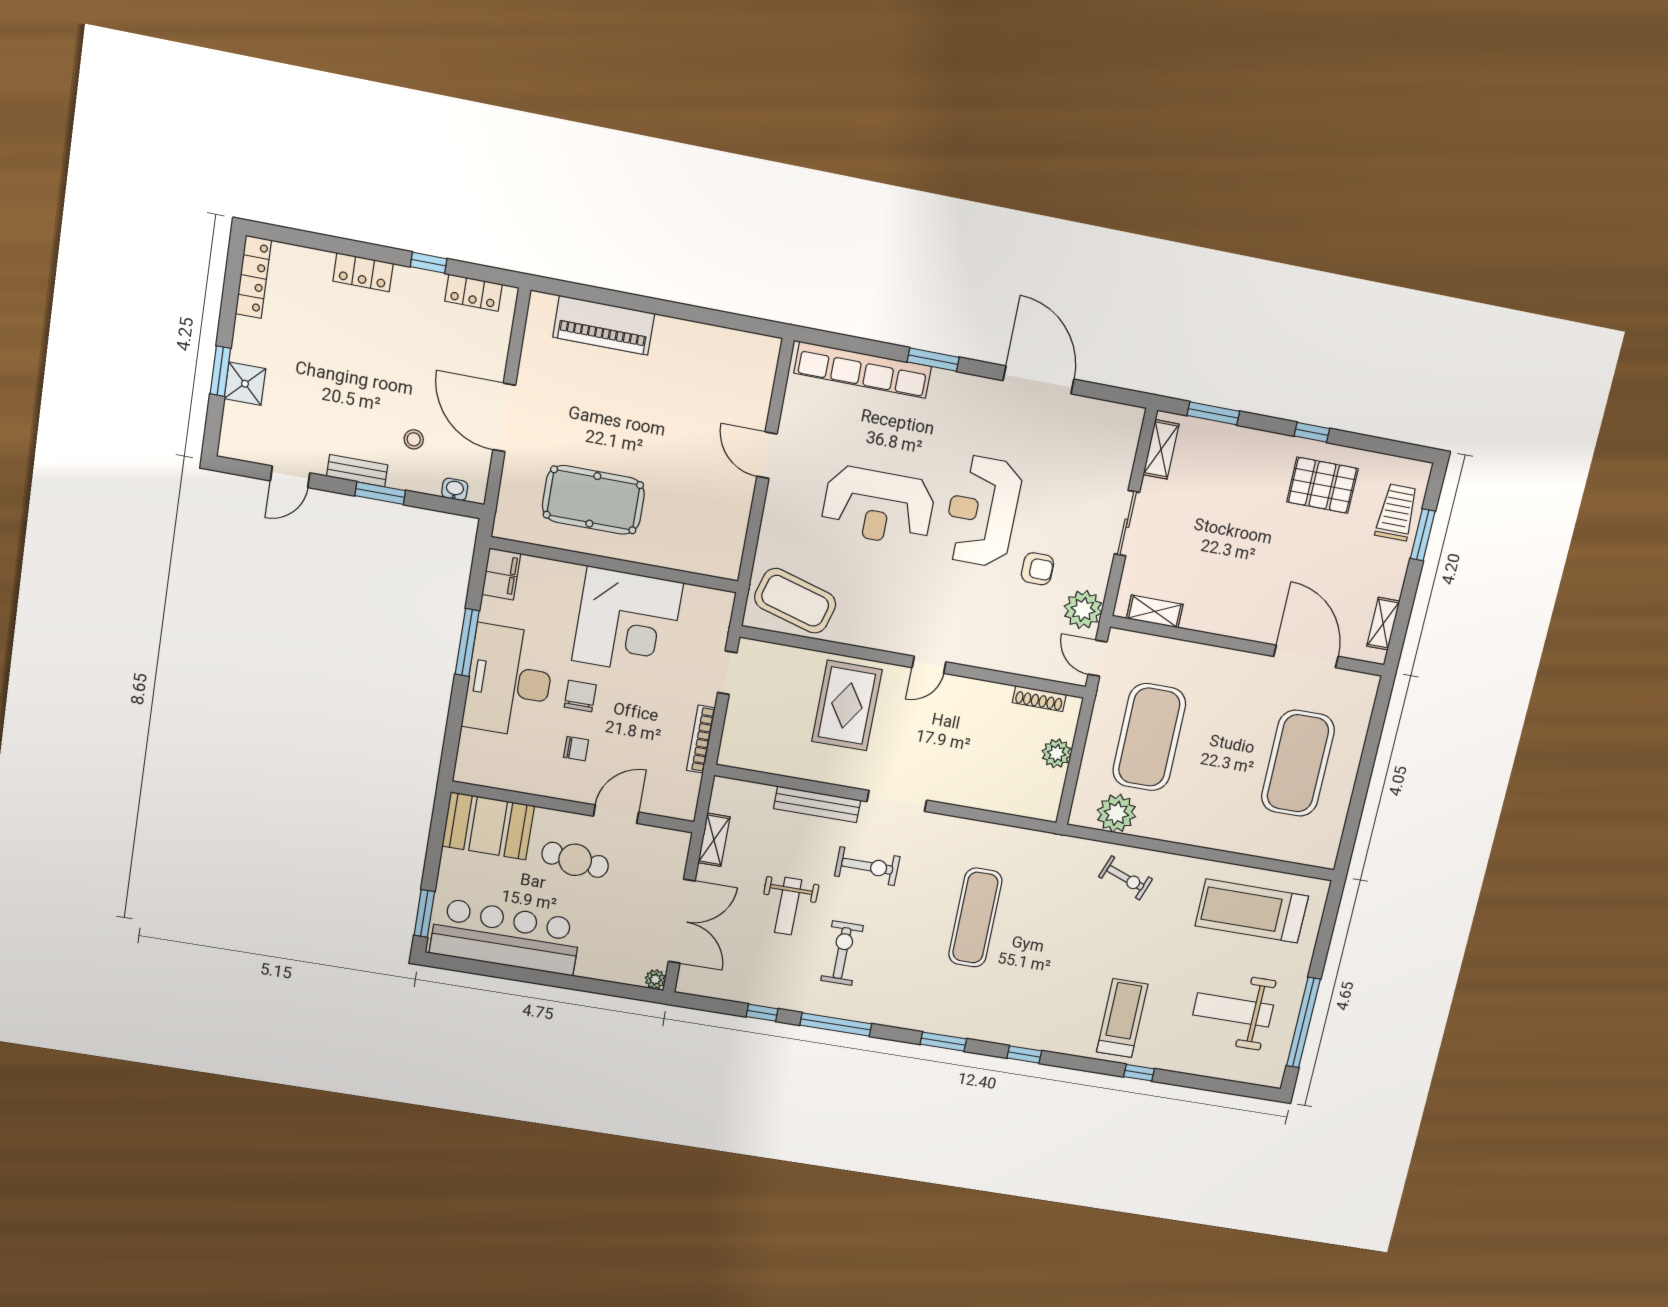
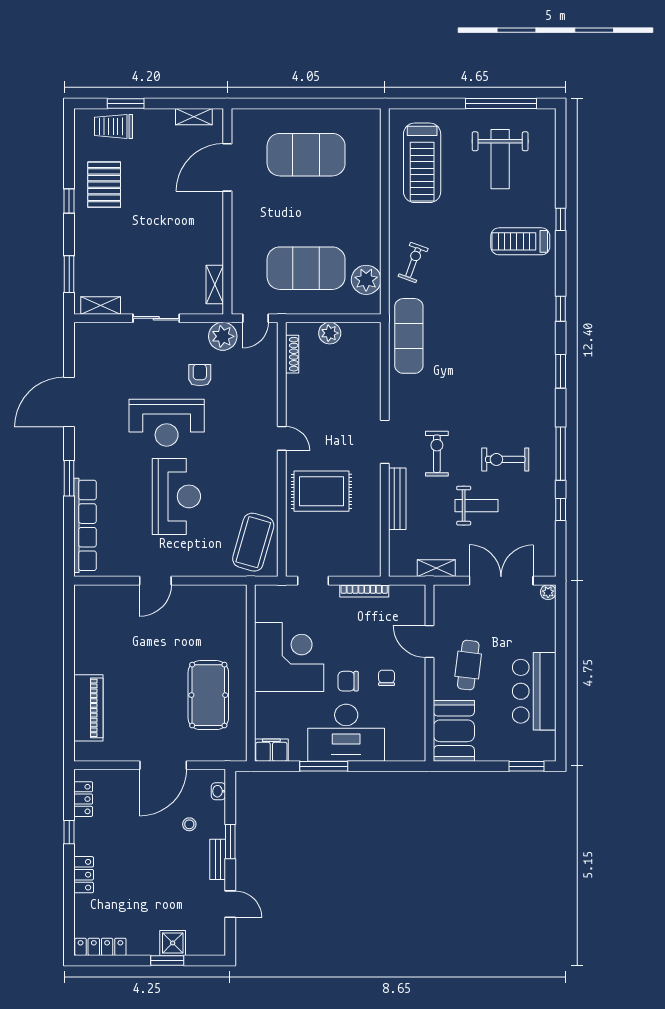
exercise mat: (975, 918) -> (409, 336), moved, turned 90
bar counter: (506, 937) -> (534, 691), width x0.73

